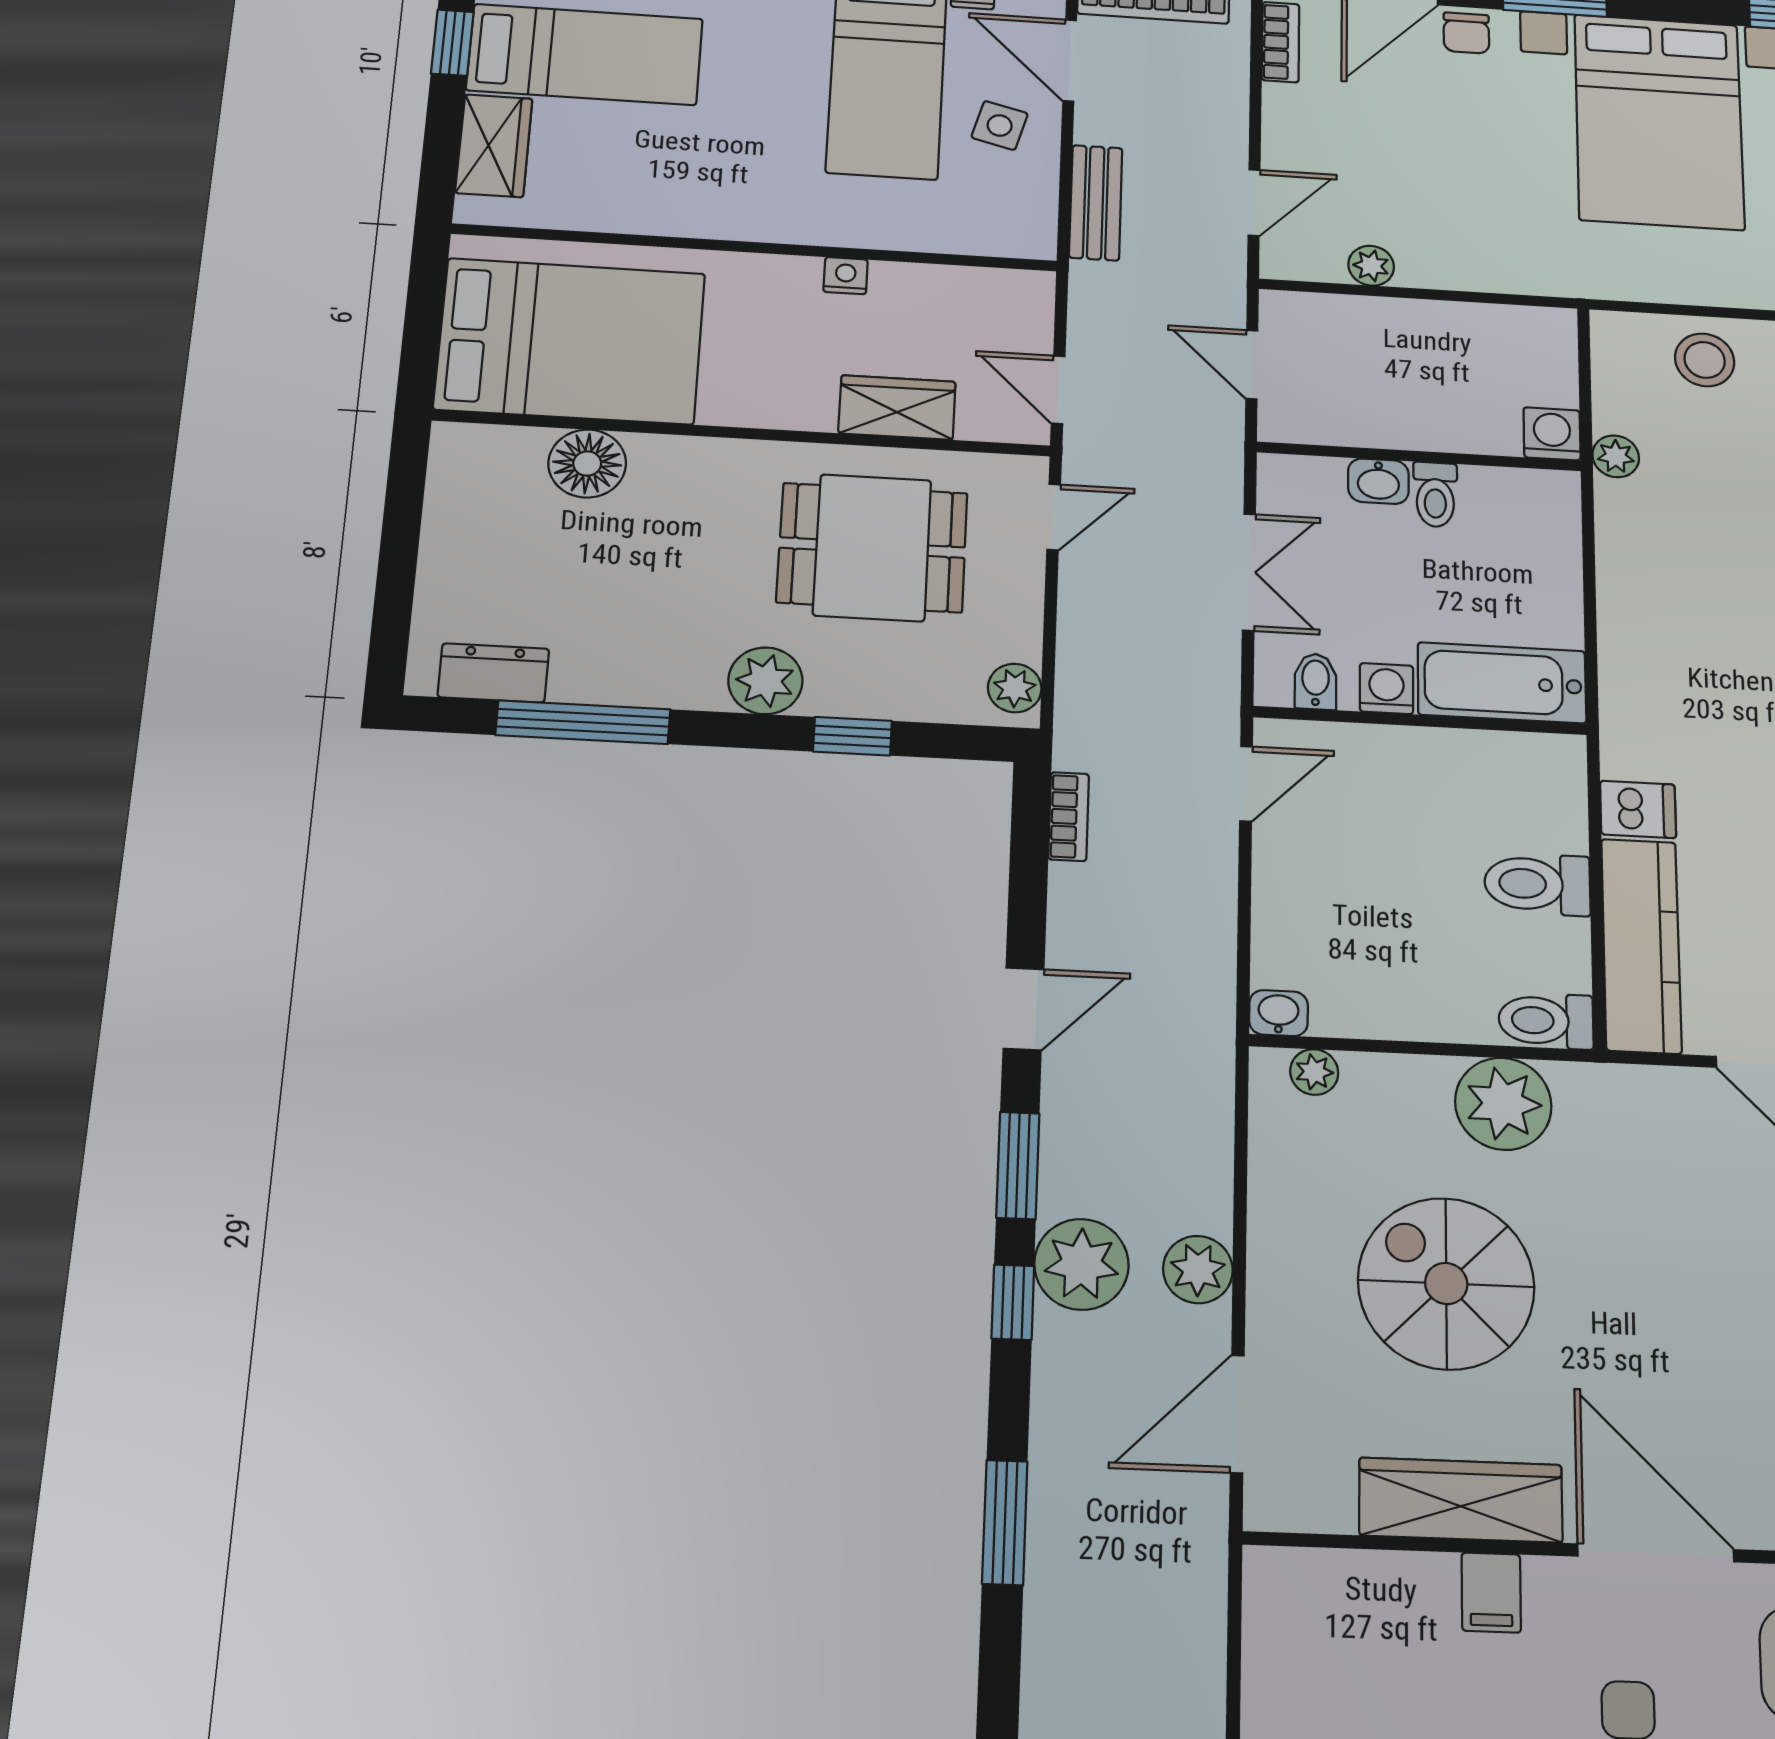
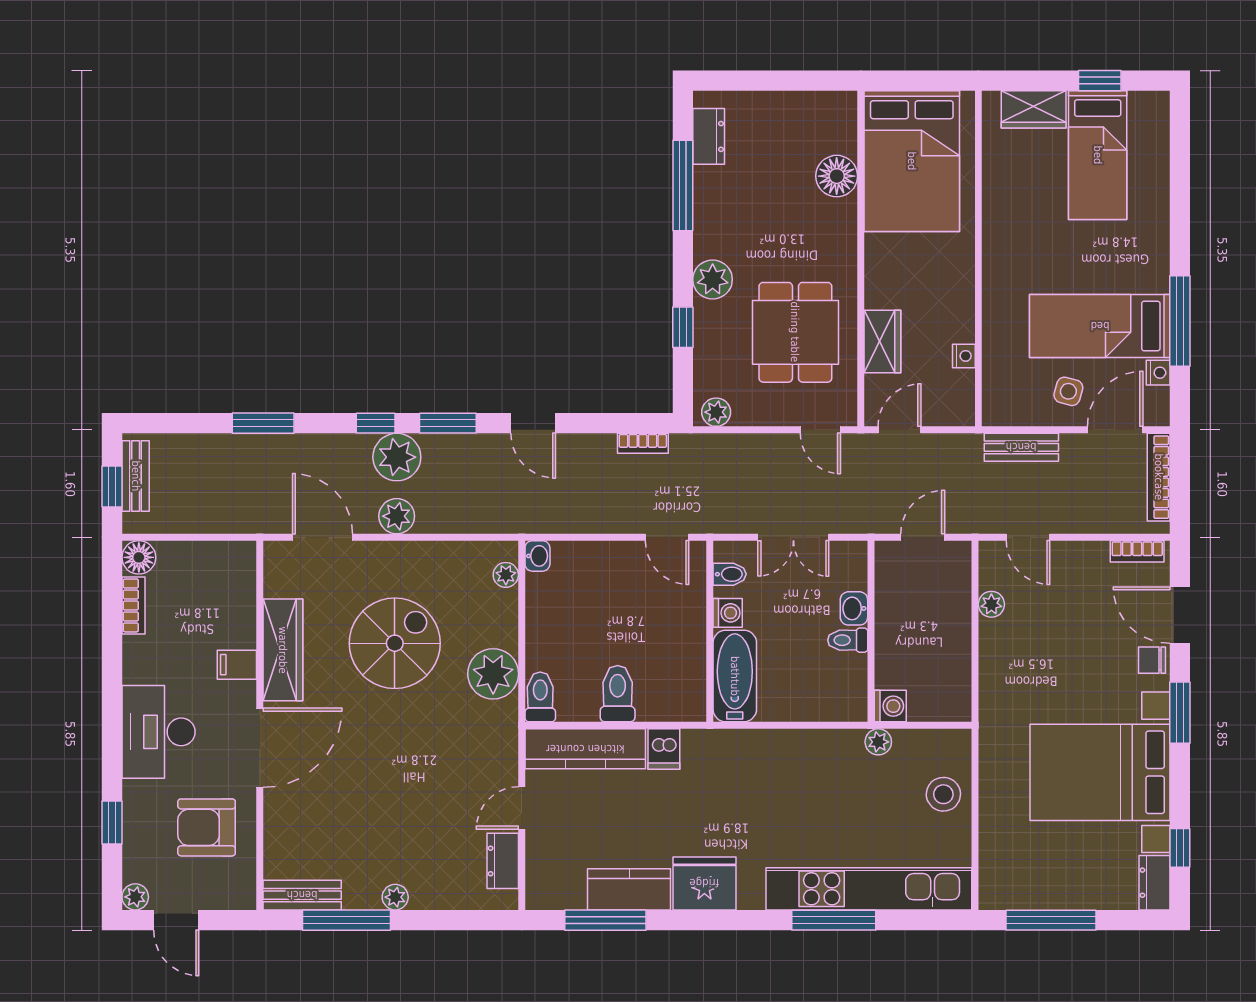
nightstand: (846, 276) -> (964, 356), moved

